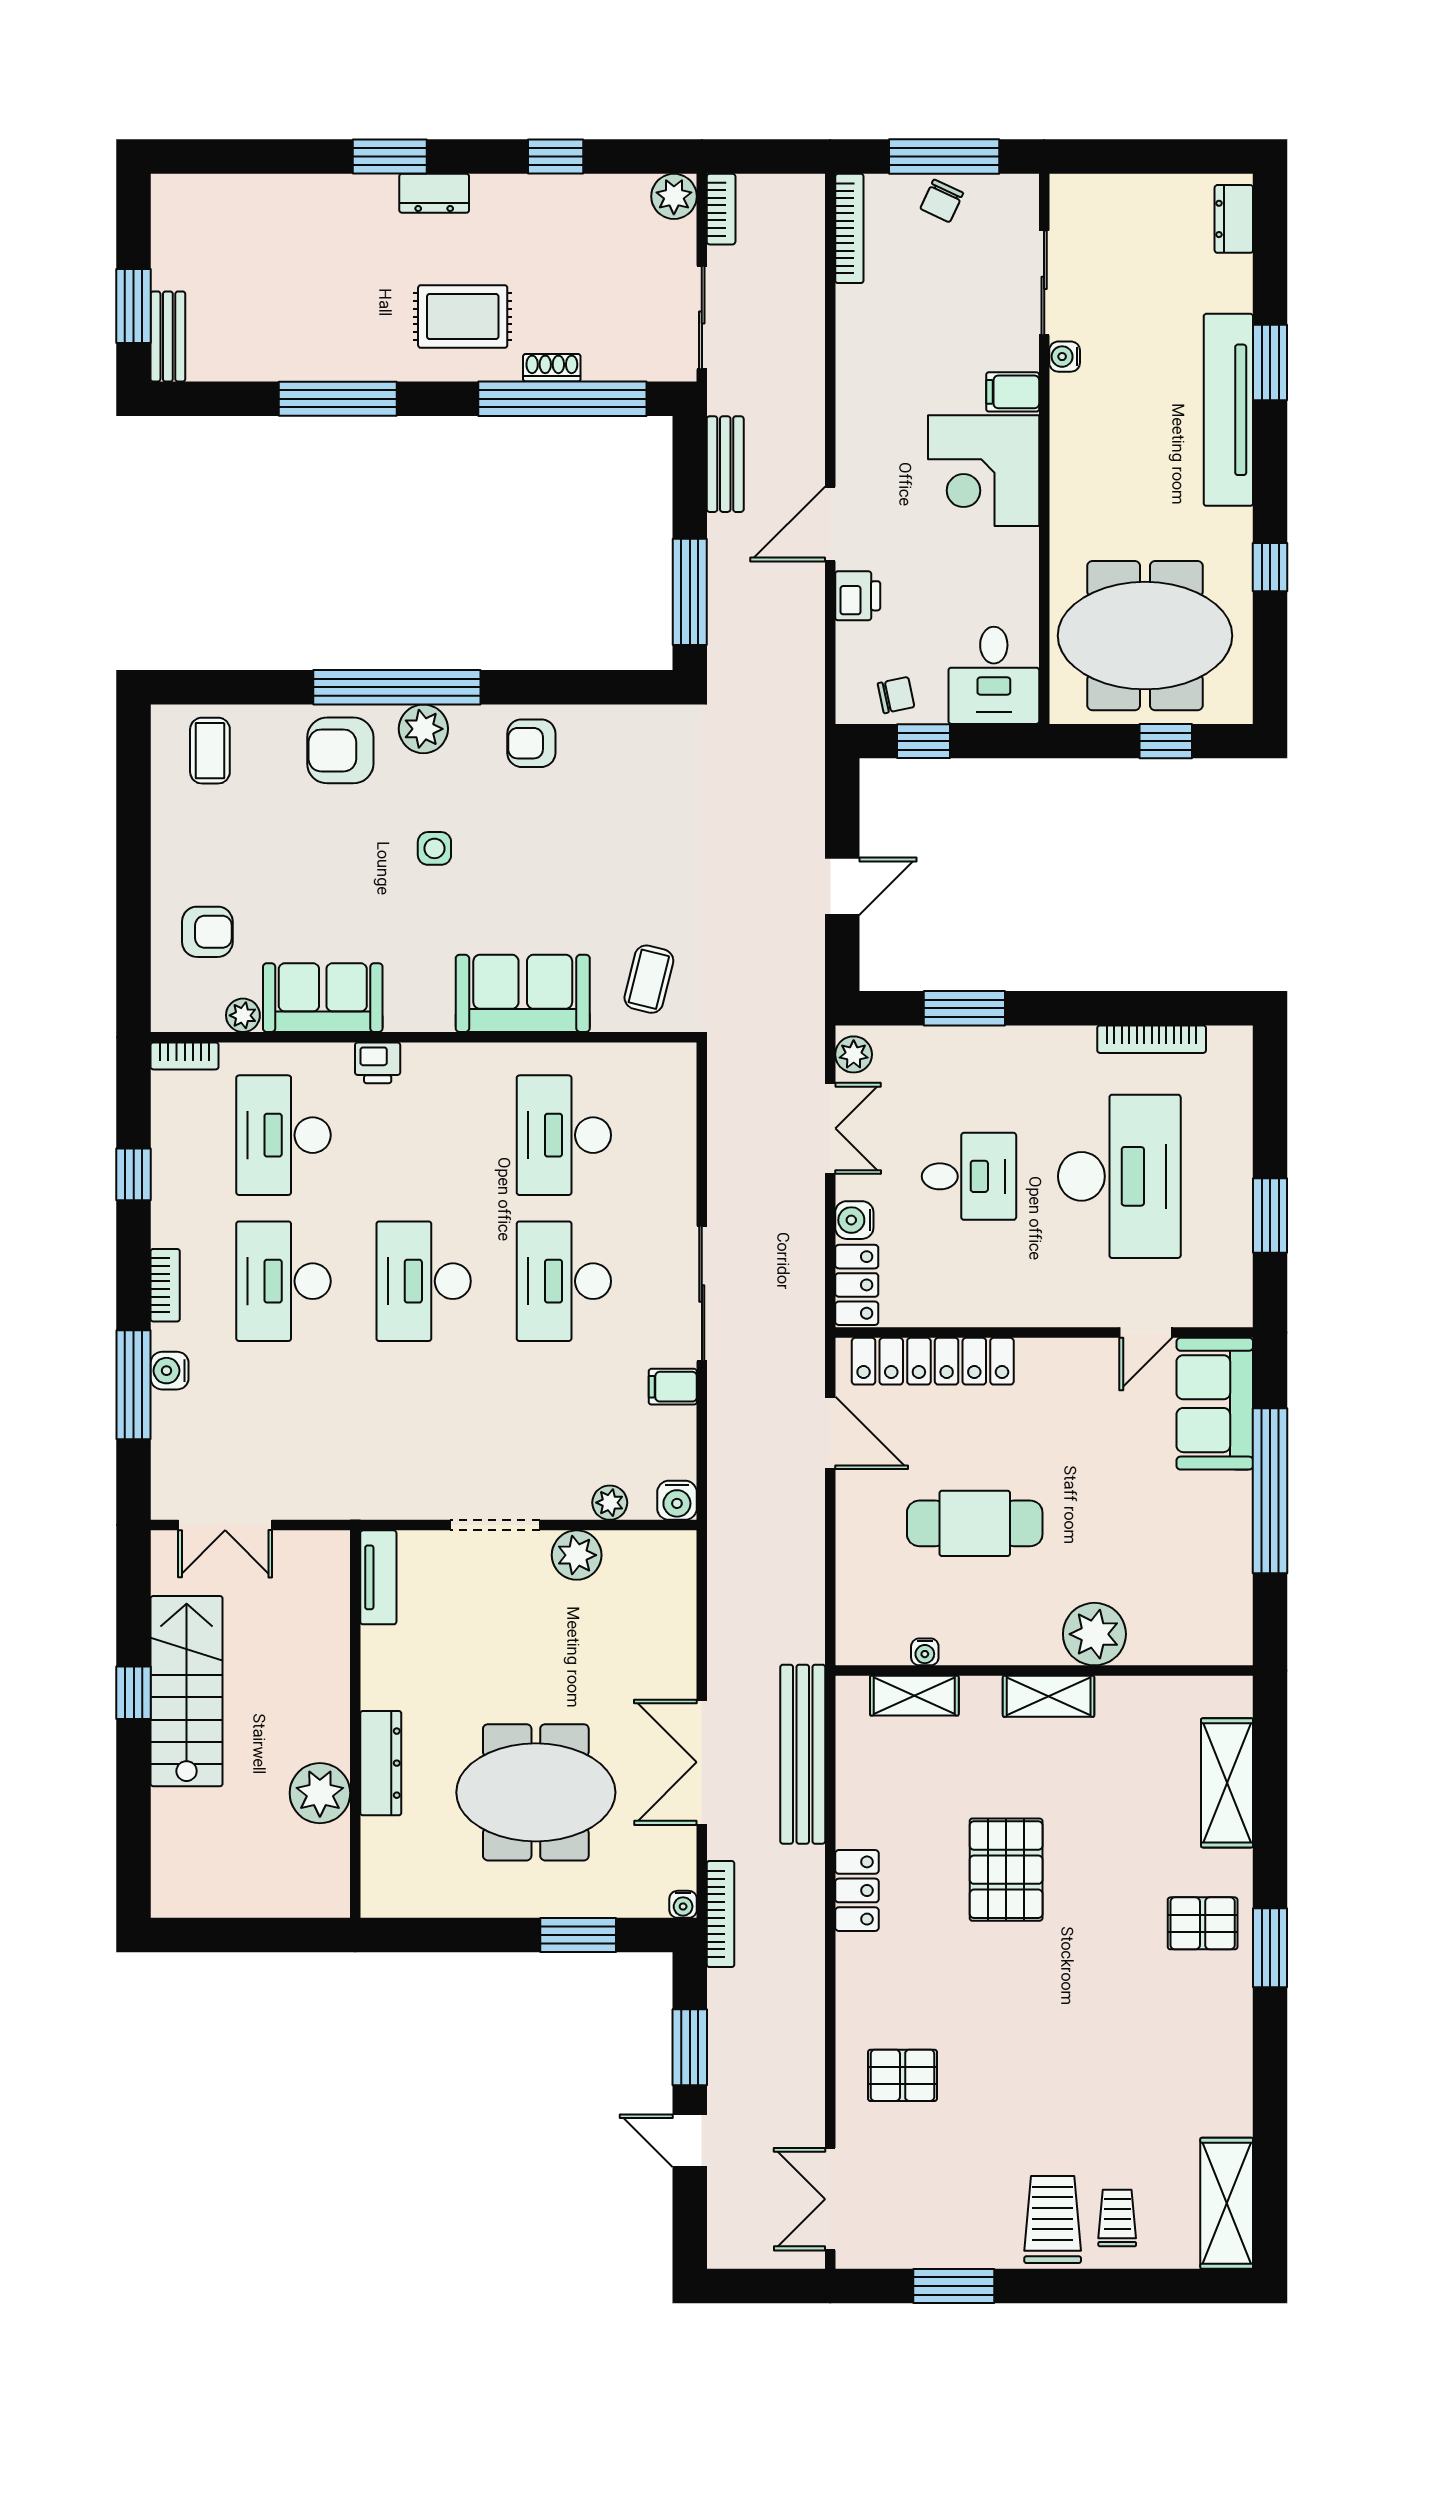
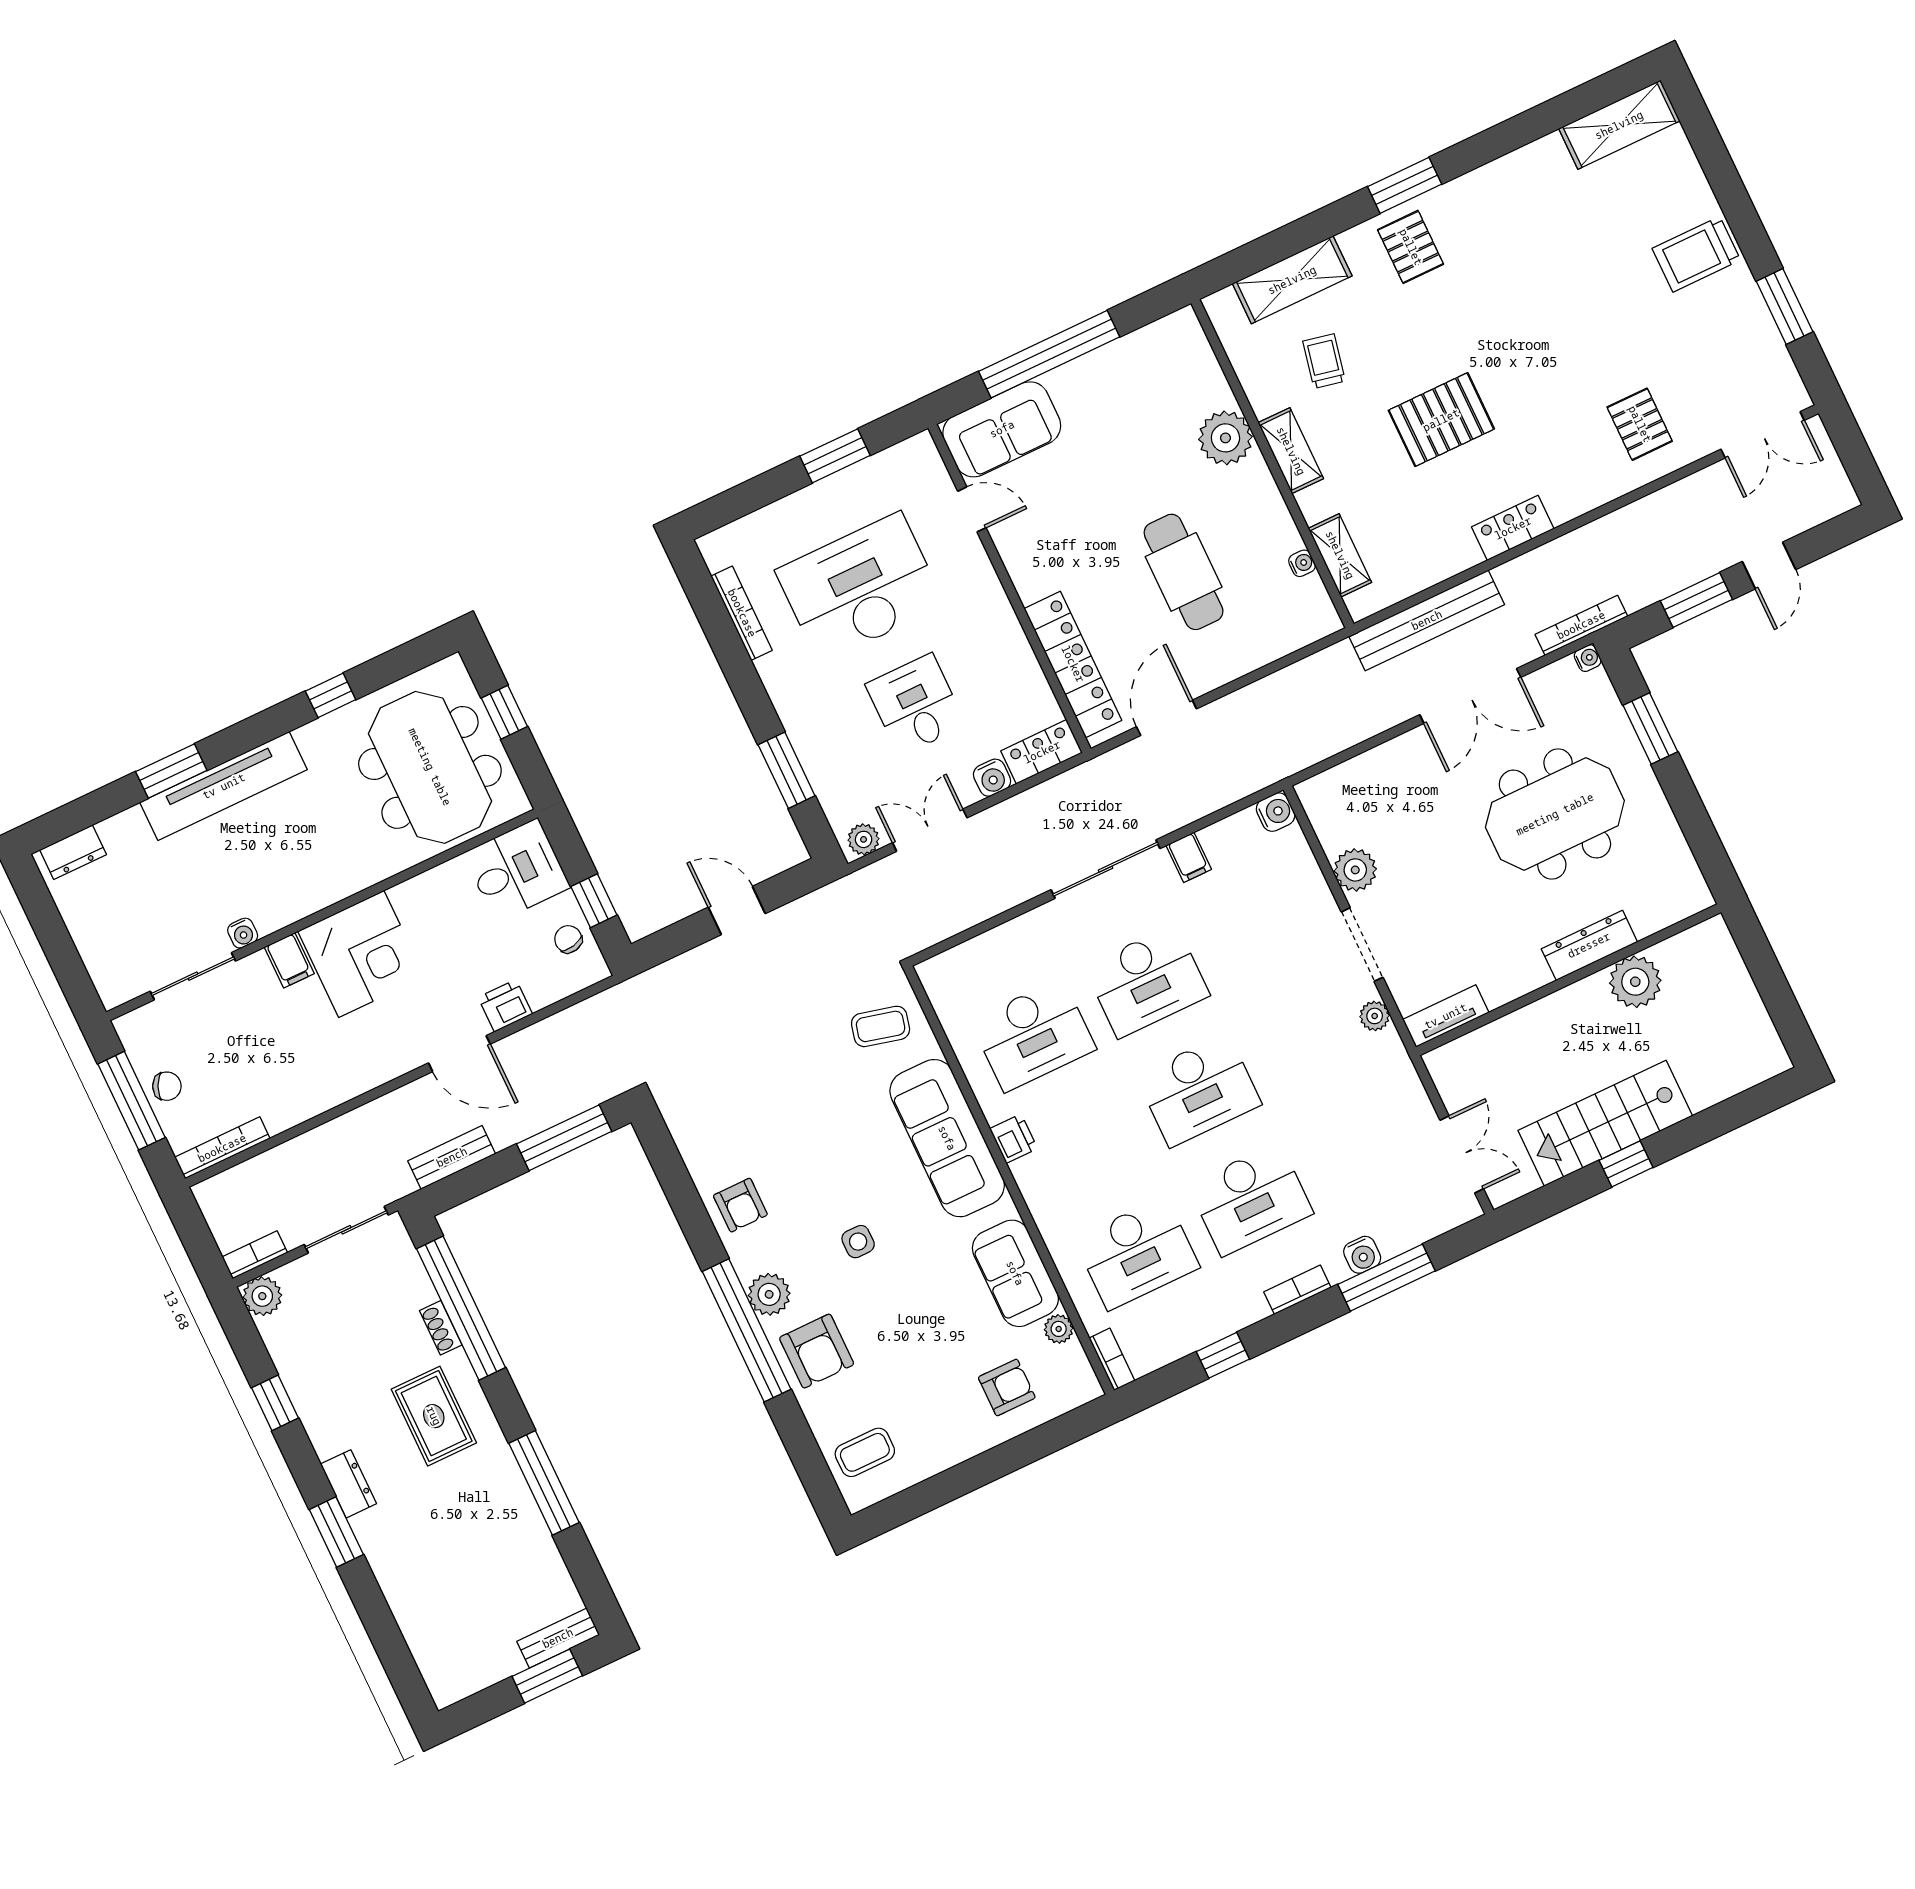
armchair: (207, 932) -> (1007, 1387), turned 90
sofa: (523, 993) -> (947, 1138), width x1.36
printer: (378, 1063) -> (1014, 1139), moved
plant: (610, 1503) -> (1375, 1016), moved
meeting table: (536, 1792) -> (1555, 814), turned 90
trolley: (1117, 2218) -> (1324, 361), moved, turned 102

